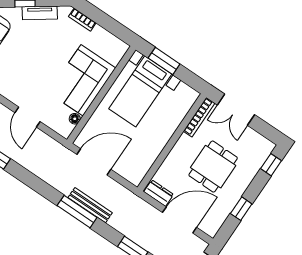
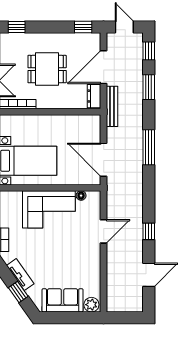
bench: (90, 205) -> (112, 106), moved
window: (241, 209) -> (83, 27), moved
door: (180, 220) -> (104, 67), hinge flipped

